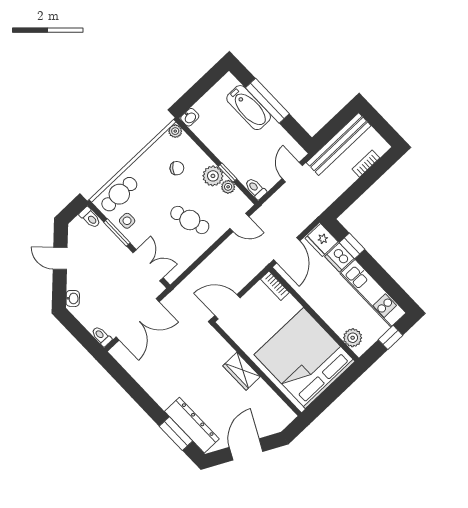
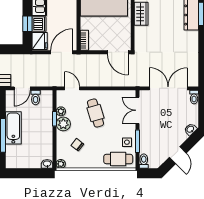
bathtub: (249, 108) -> (13, 128), moved
toilet: (256, 189) -> (36, 98), moved

